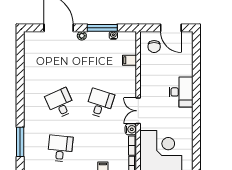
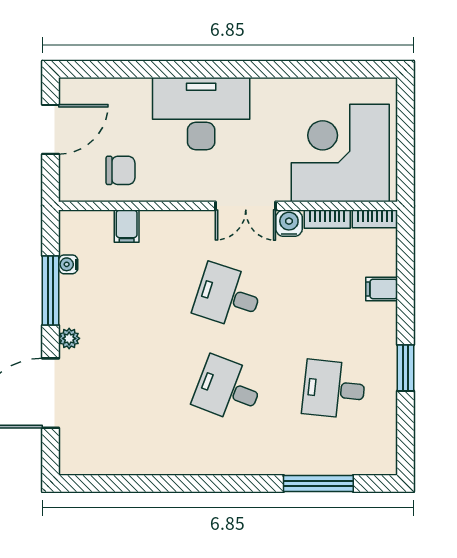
chair: (154, 47) -> (121, 170), moved
desk: (181, 92) -> (201, 114), width x1.36, depth x1.30
desk: (60, 103) -> (228, 389), turned 45

